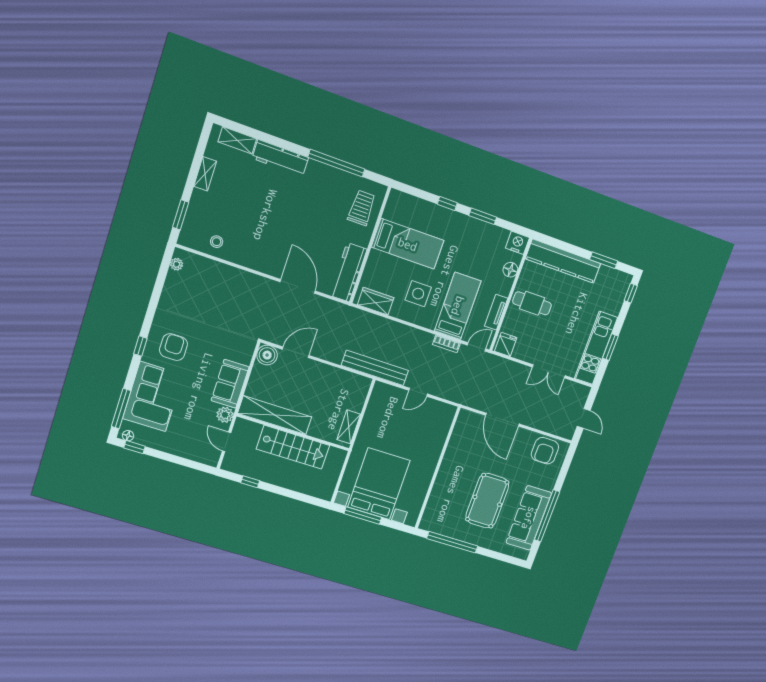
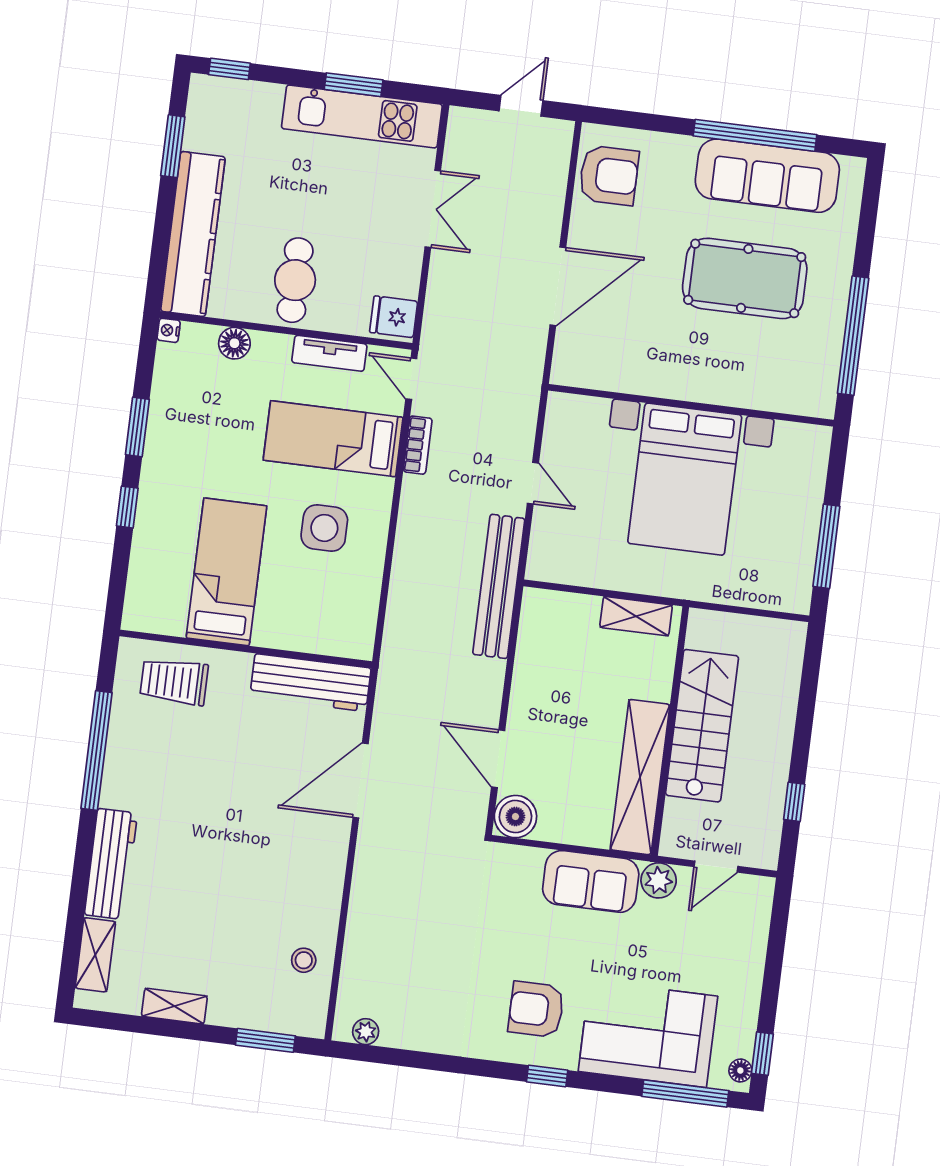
nightstand: (517, 243) -> (169, 330), width x0.53, depth x0.56
wardrobe: (376, 301) -> (358, 614), removed
bed with nightstands: (379, 484) -> (685, 479), moved, turned -90

